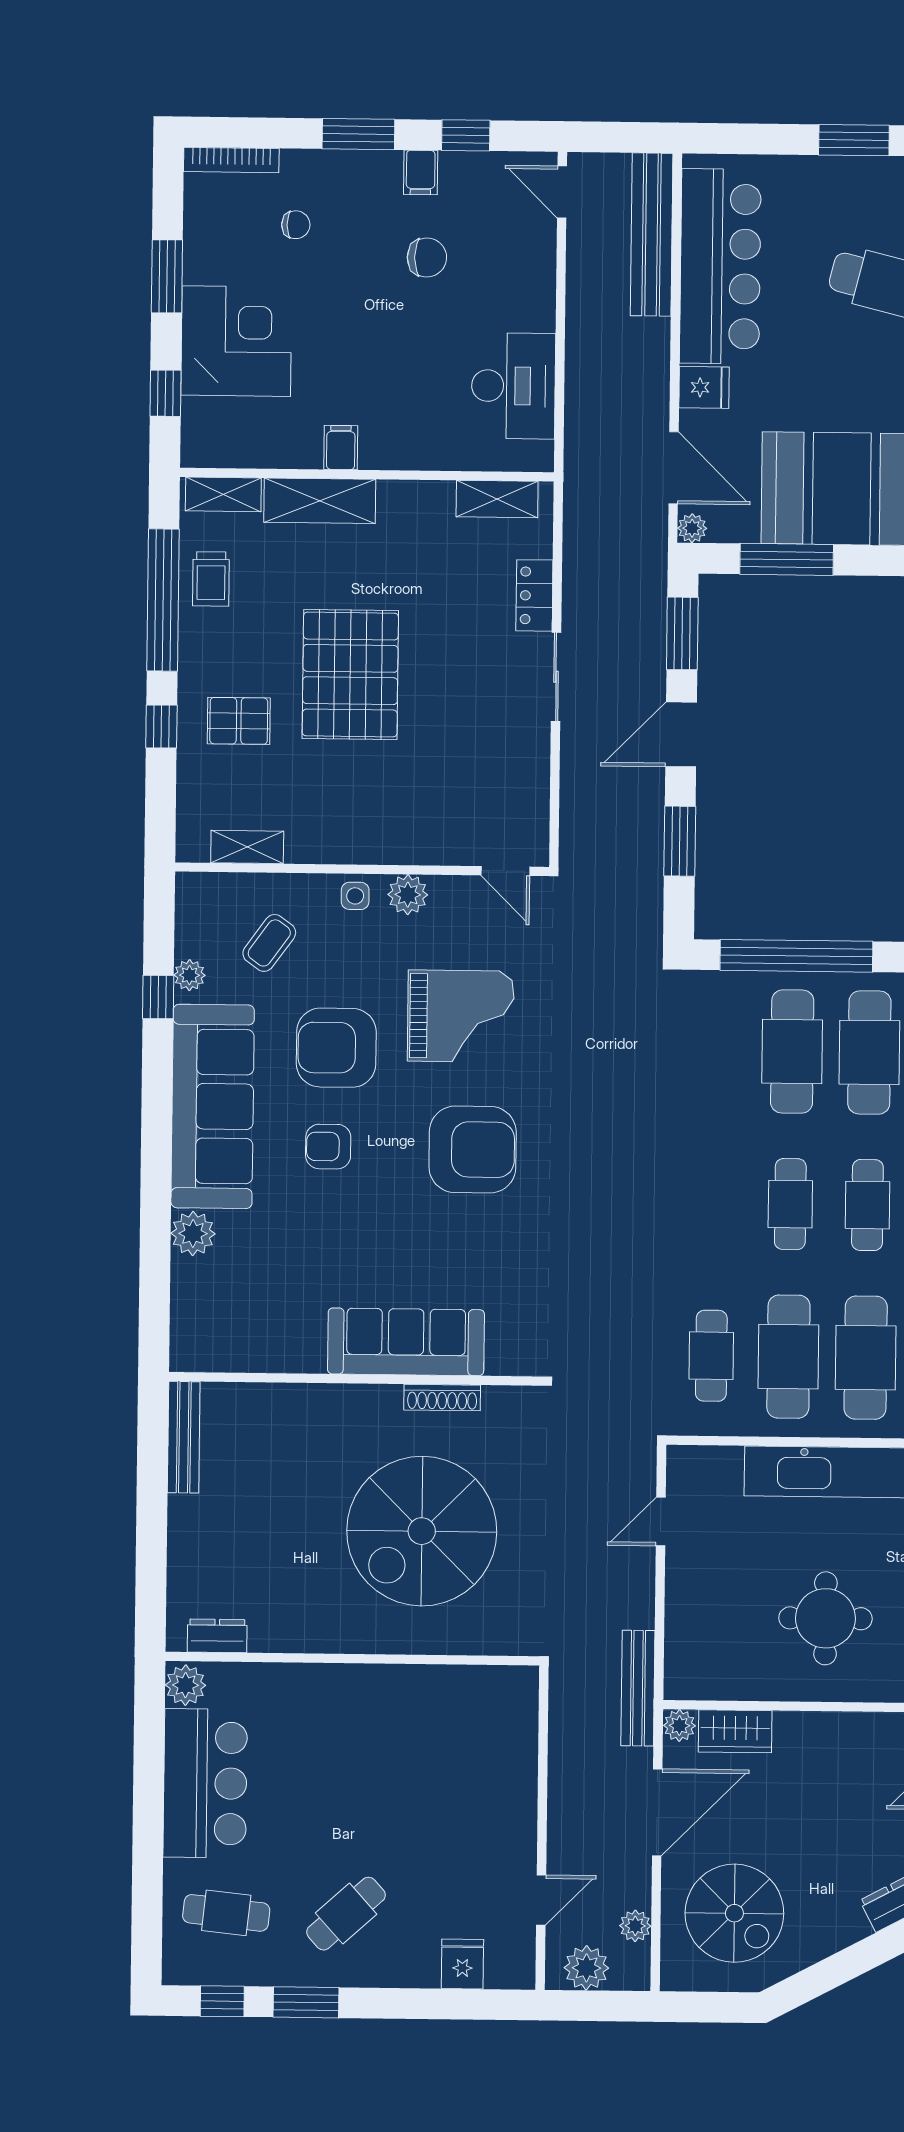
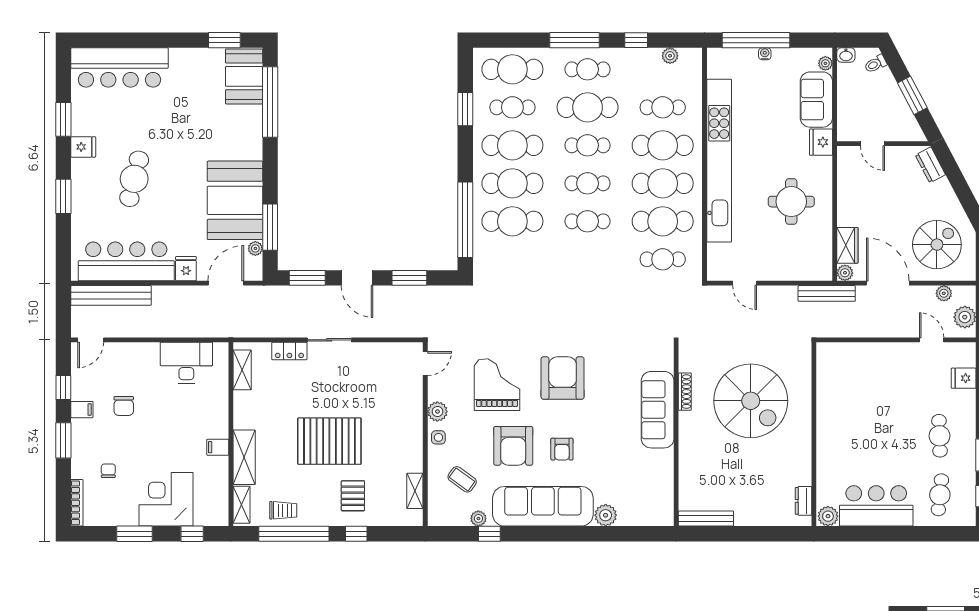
chair: (427, 257) -> (124, 406), turned 180
plant: (692, 528) -> (255, 248), moved
cafe table: (346, 1914) -> (939, 436), turned 40

